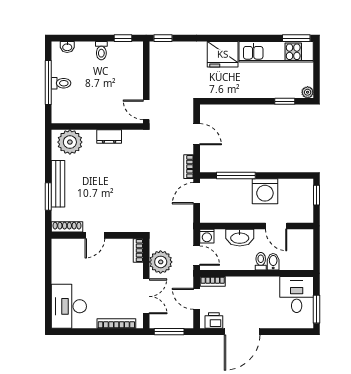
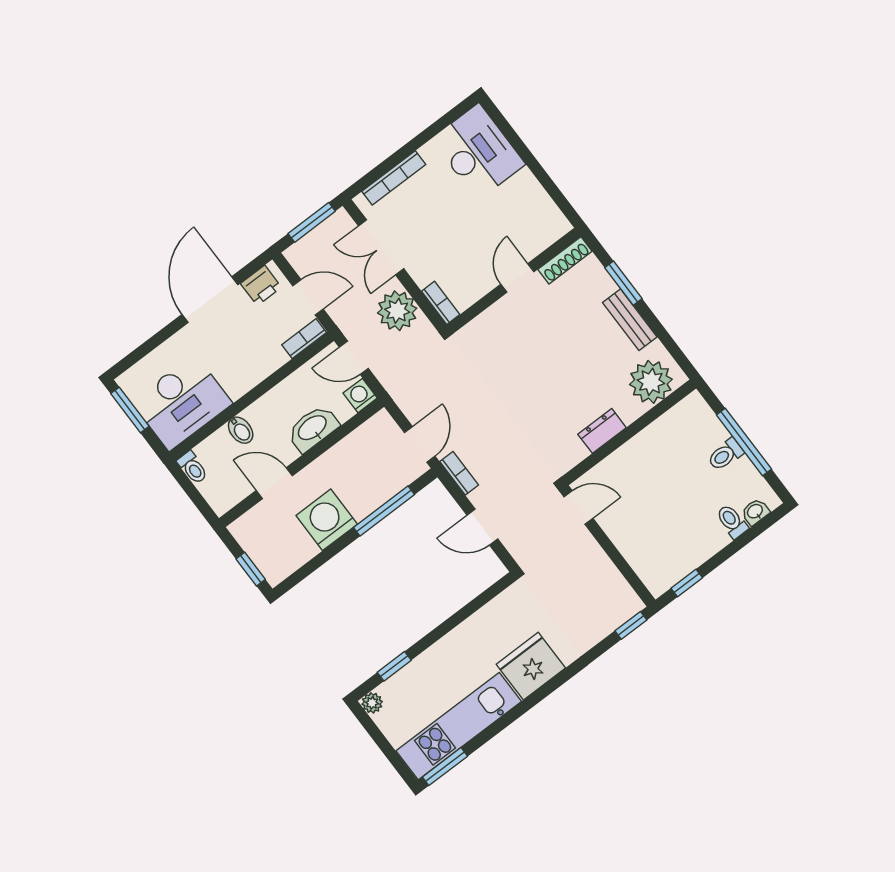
toilet: (101, 51) -> (732, 521), moved
bench: (58, 184) -> (630, 320), width x0.73
toilet: (261, 261) -> (193, 468), moved
desk: (297, 295) -> (182, 402), width x1.37

